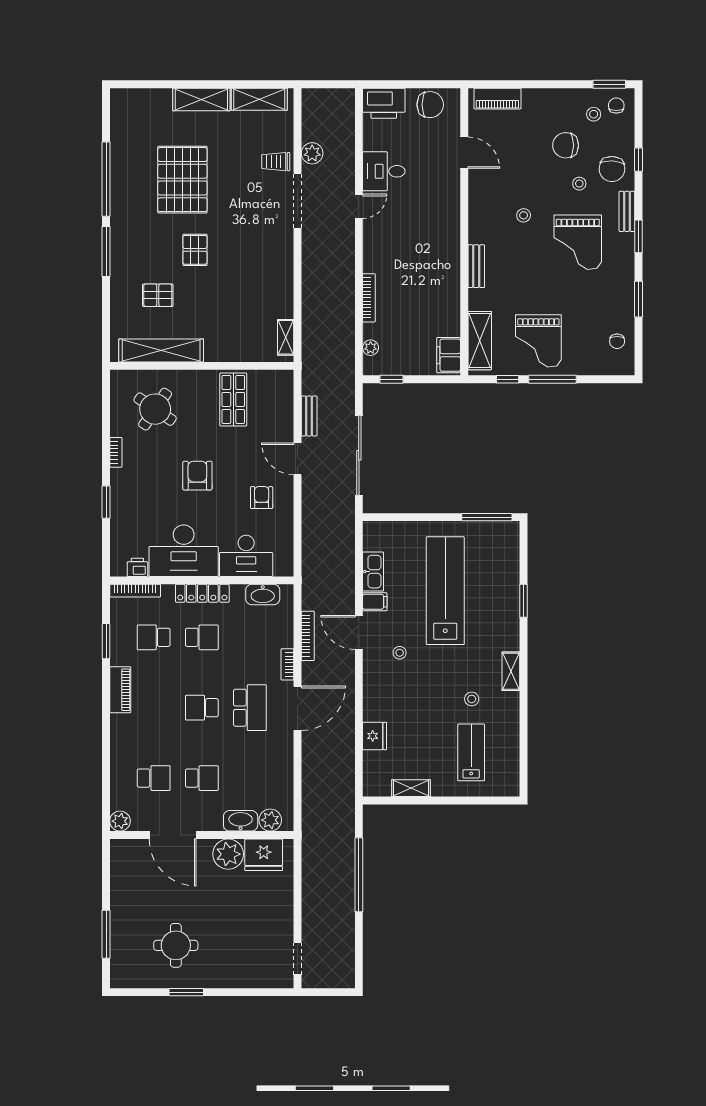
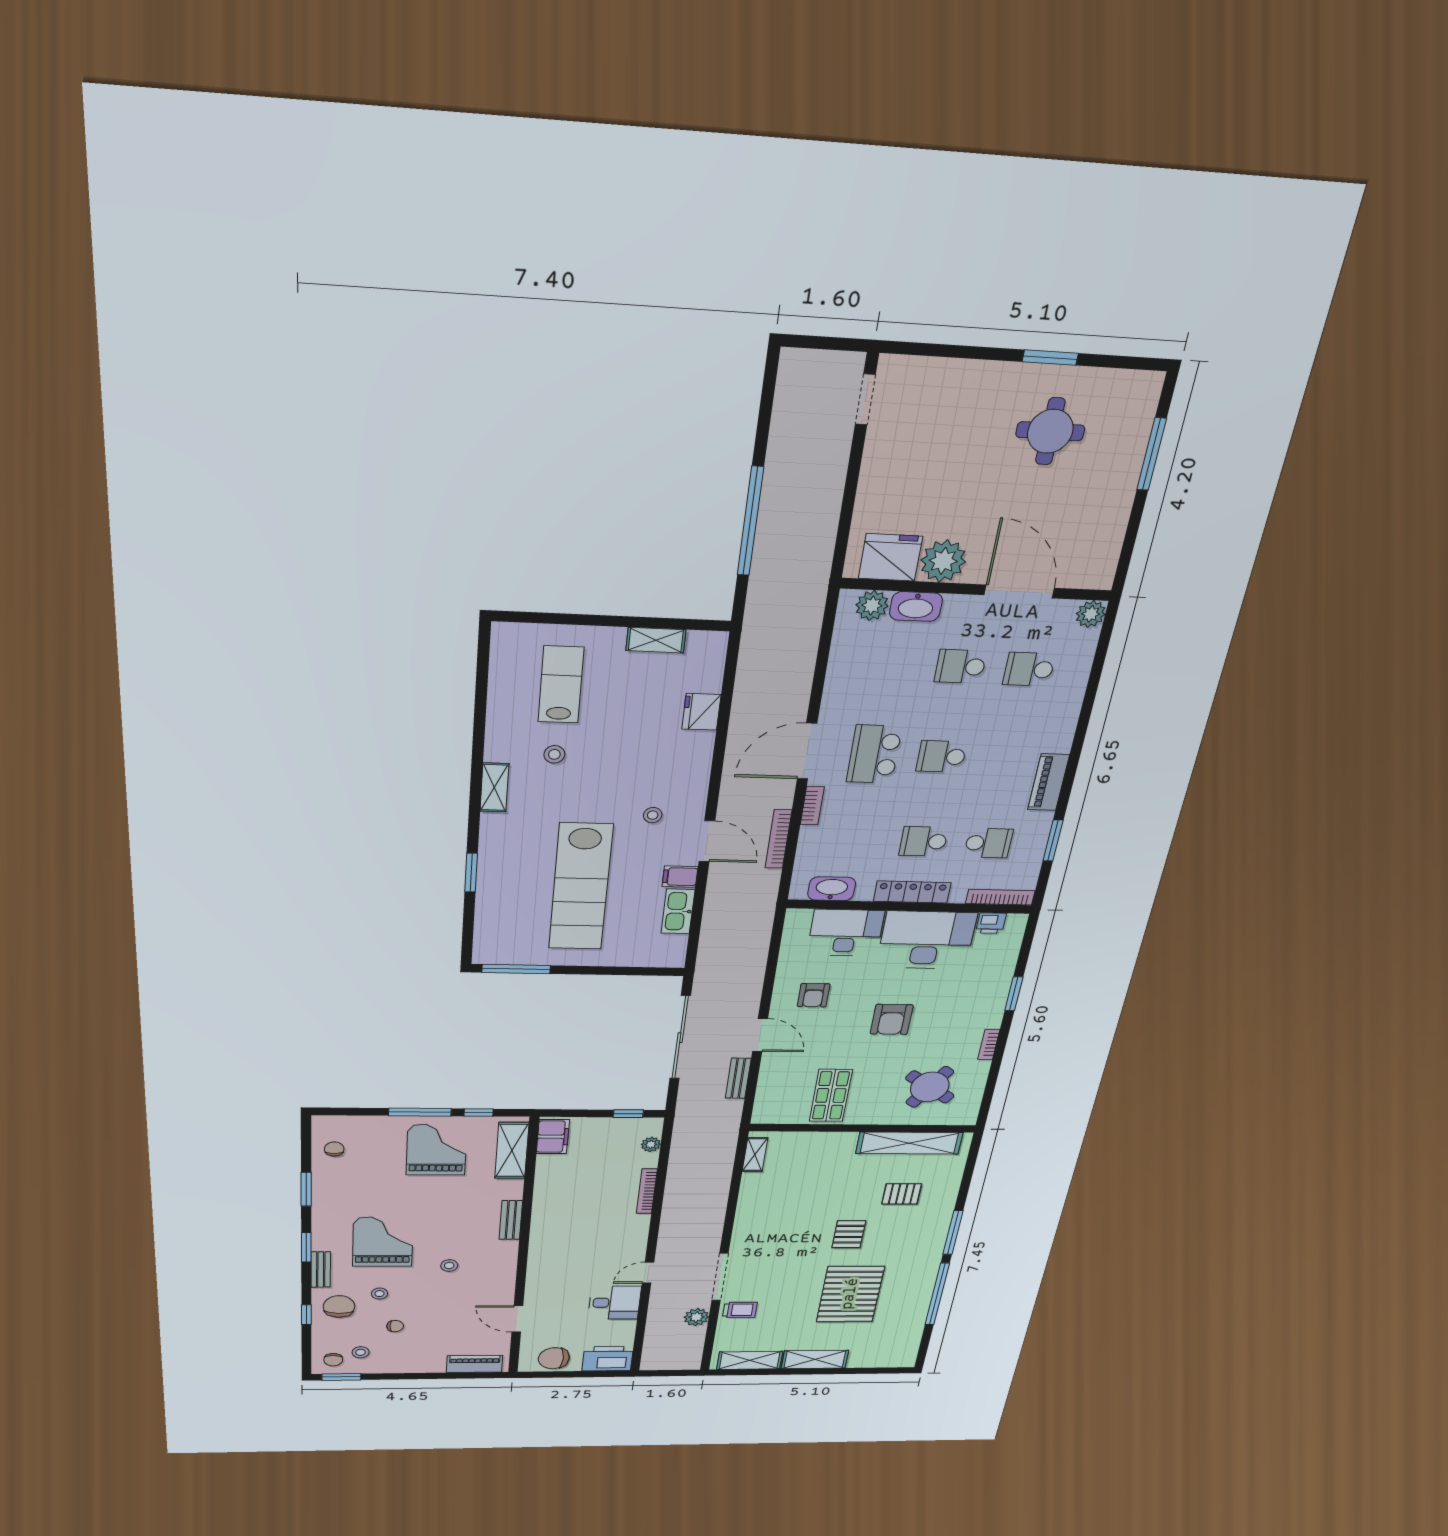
chair: (566, 145) -> (395, 1326), width x0.54, depth x0.54
school desk: (202, 708) -> (941, 756), turned 180
lab bench: (471, 752) -> (561, 685), turned 180

